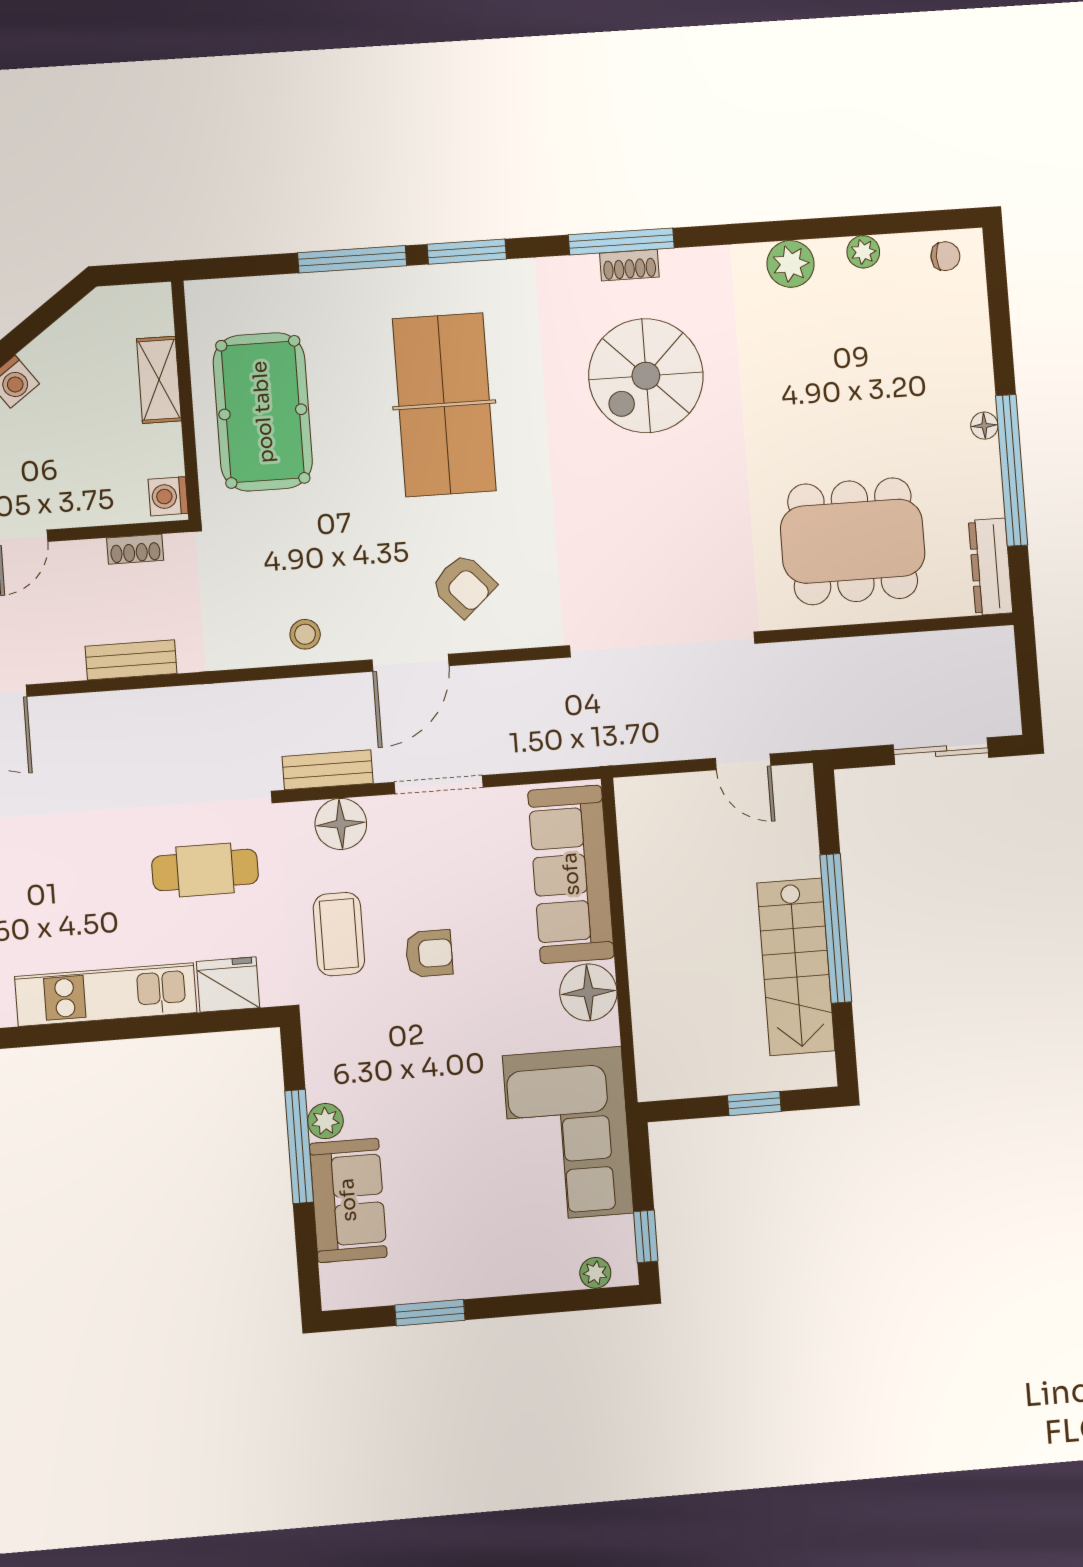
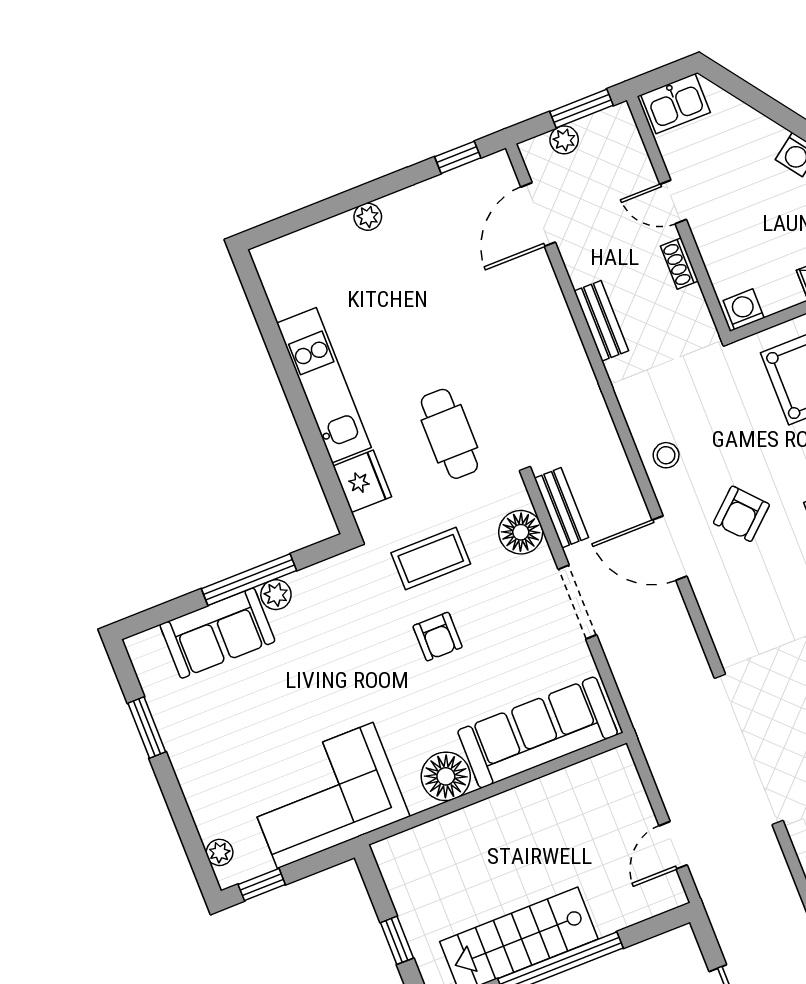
shoe rack: (135, 549) -> (679, 263), moved
armchair: (464, 585) -> (741, 514), moved

